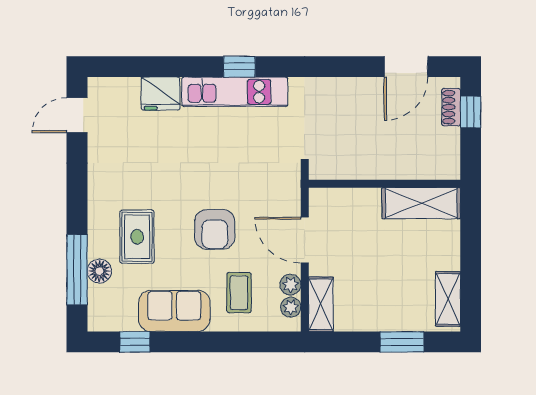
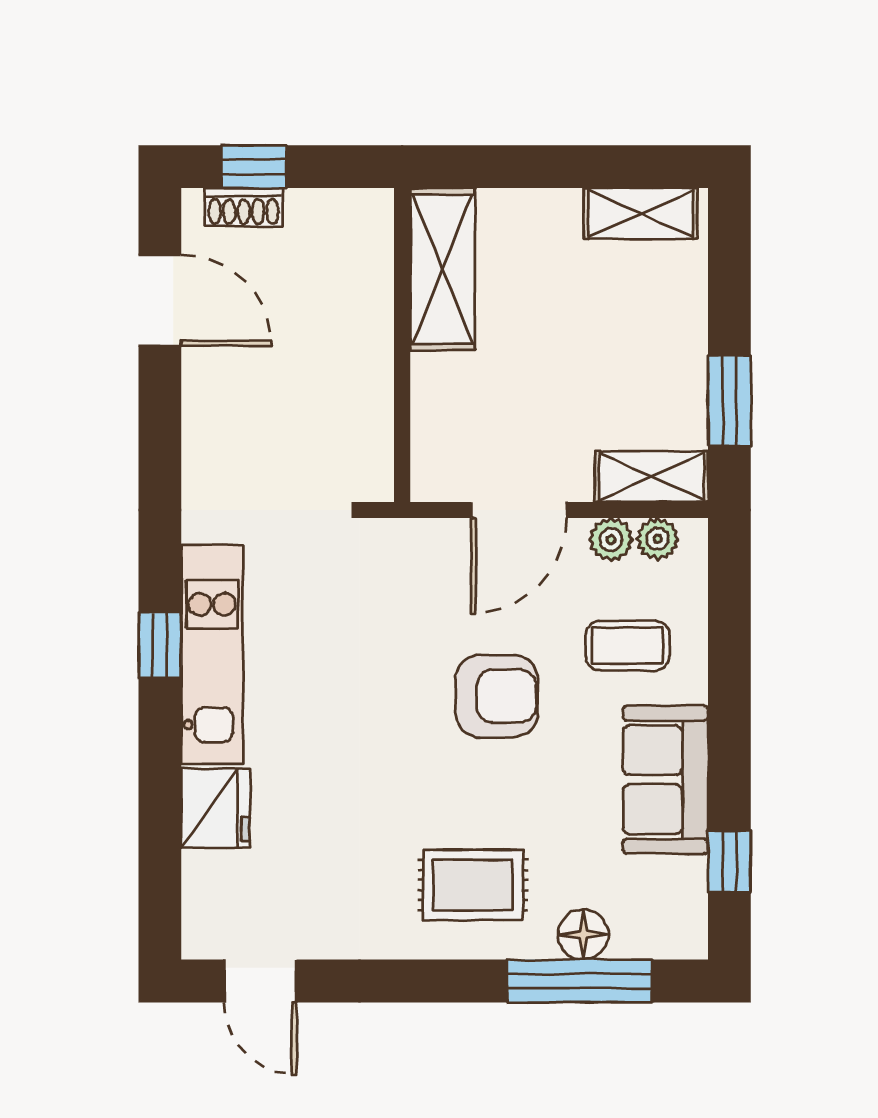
rug: (137, 237) -> (473, 885), moved
window: (402, 342) -> (729, 401), moved

